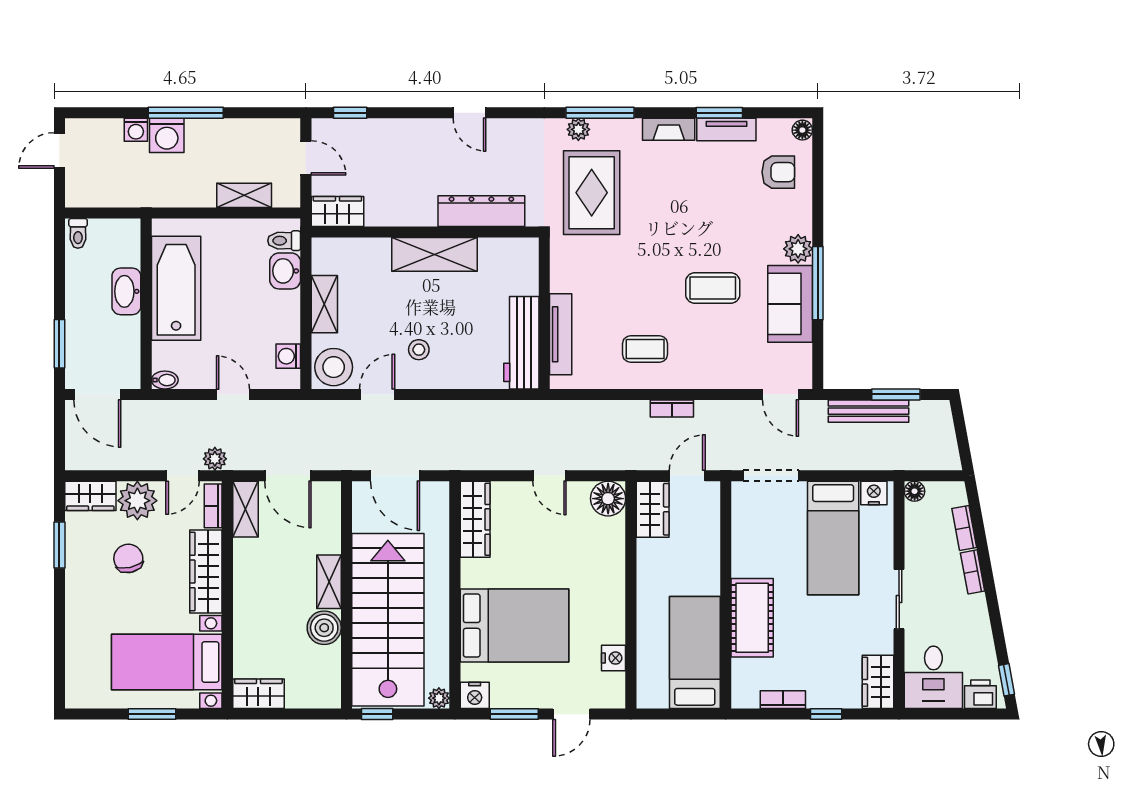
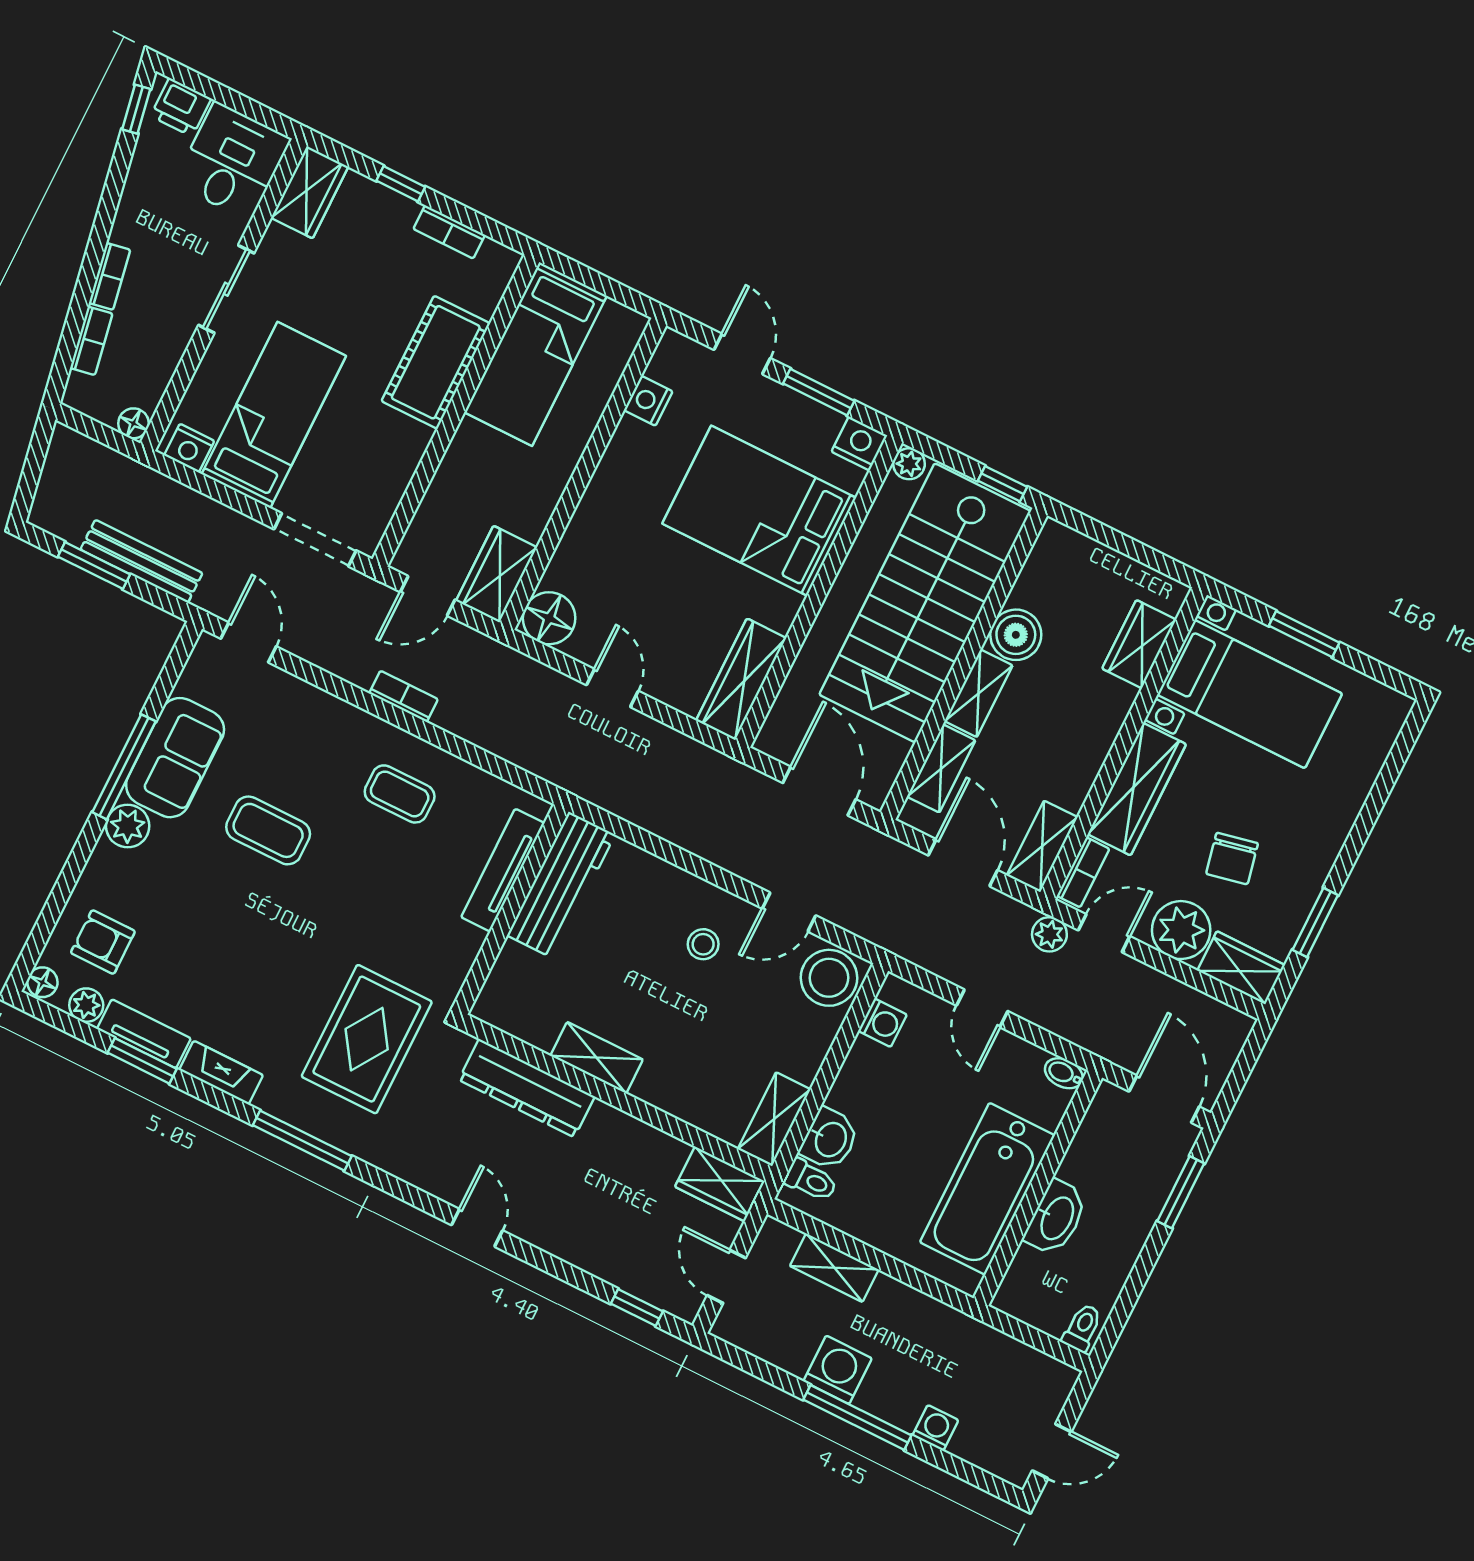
plant: (578, 129) -> (86, 1005), moved
washing machine: (167, 135) -> (838, 1370), moved
shelving: (435, 254) -> (597, 1058), width x0.67, depth x0.75
shelving: (324, 304) -> (774, 1119), moved
shelving: (329, 526) -> (941, 768), added
wardrobe: (258, 694) -> (1139, 644), moved, turned 90
door: (571, 714) -> (742, 354), hinge flipped

